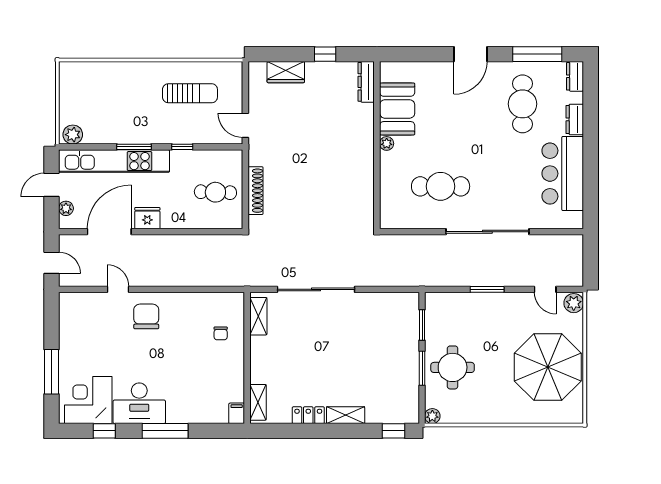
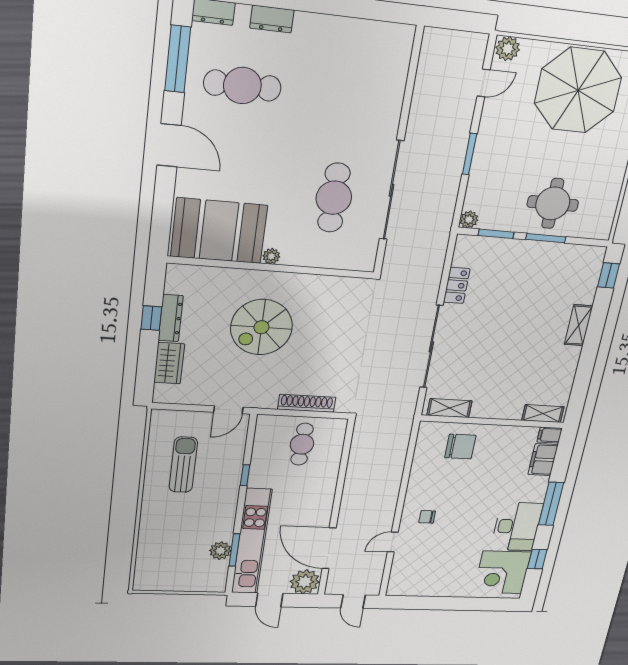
dresser: (366, 82) -> (171, 318), moved, turned -90
booth: (397, 109) -> (219, 231), width x1.36, depth x1.42
plant: (73, 135) -> (220, 551), moved
spiral stairs: (324, 143) -> (261, 327), added
window: (134, 147) -> (234, 550), moved
bar counter: (563, 174) -> (341, 43), removed
plant: (66, 208) -> (305, 582), width x1.88, depth x1.88
fridge: (147, 218) -> (320, 512), removed
sliding door: (487, 232) -> (392, 190), moved
door: (52, 263) -> (353, 602), swing flipped
chair: (146, 316) -> (427, 517), width x0.54, depth x0.54
chair: (221, 333) -> (460, 447), width x1.87, depth x1.87
window: (52, 372) -> (466, 604), removed
filing cabinet: (211, 413) -> (543, 460), added
locker: (308, 415) -> (457, 285), moved, turned 180
plant: (432, 416) -> (469, 219), moved

